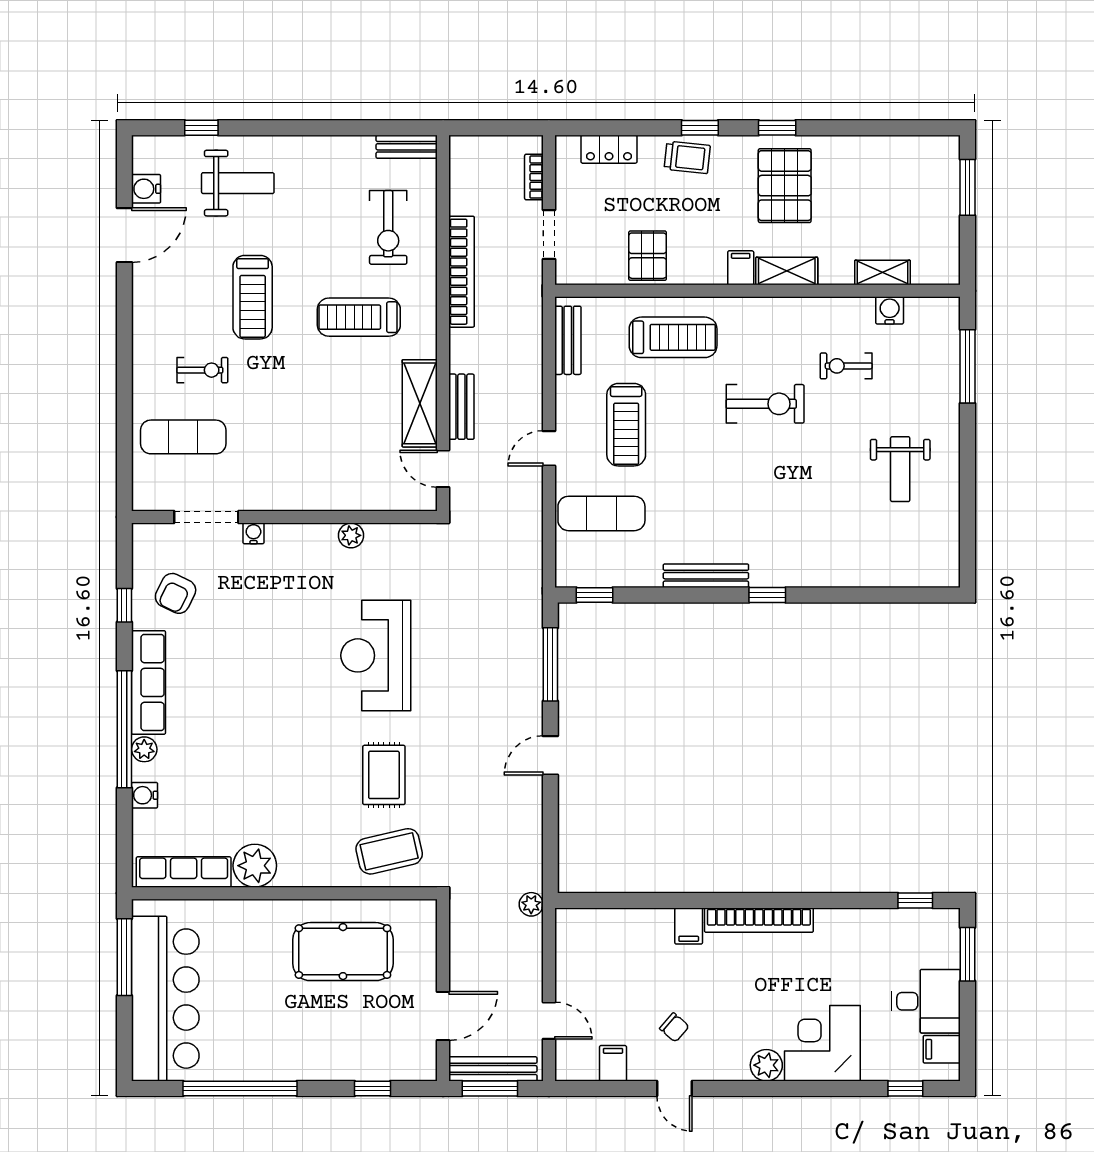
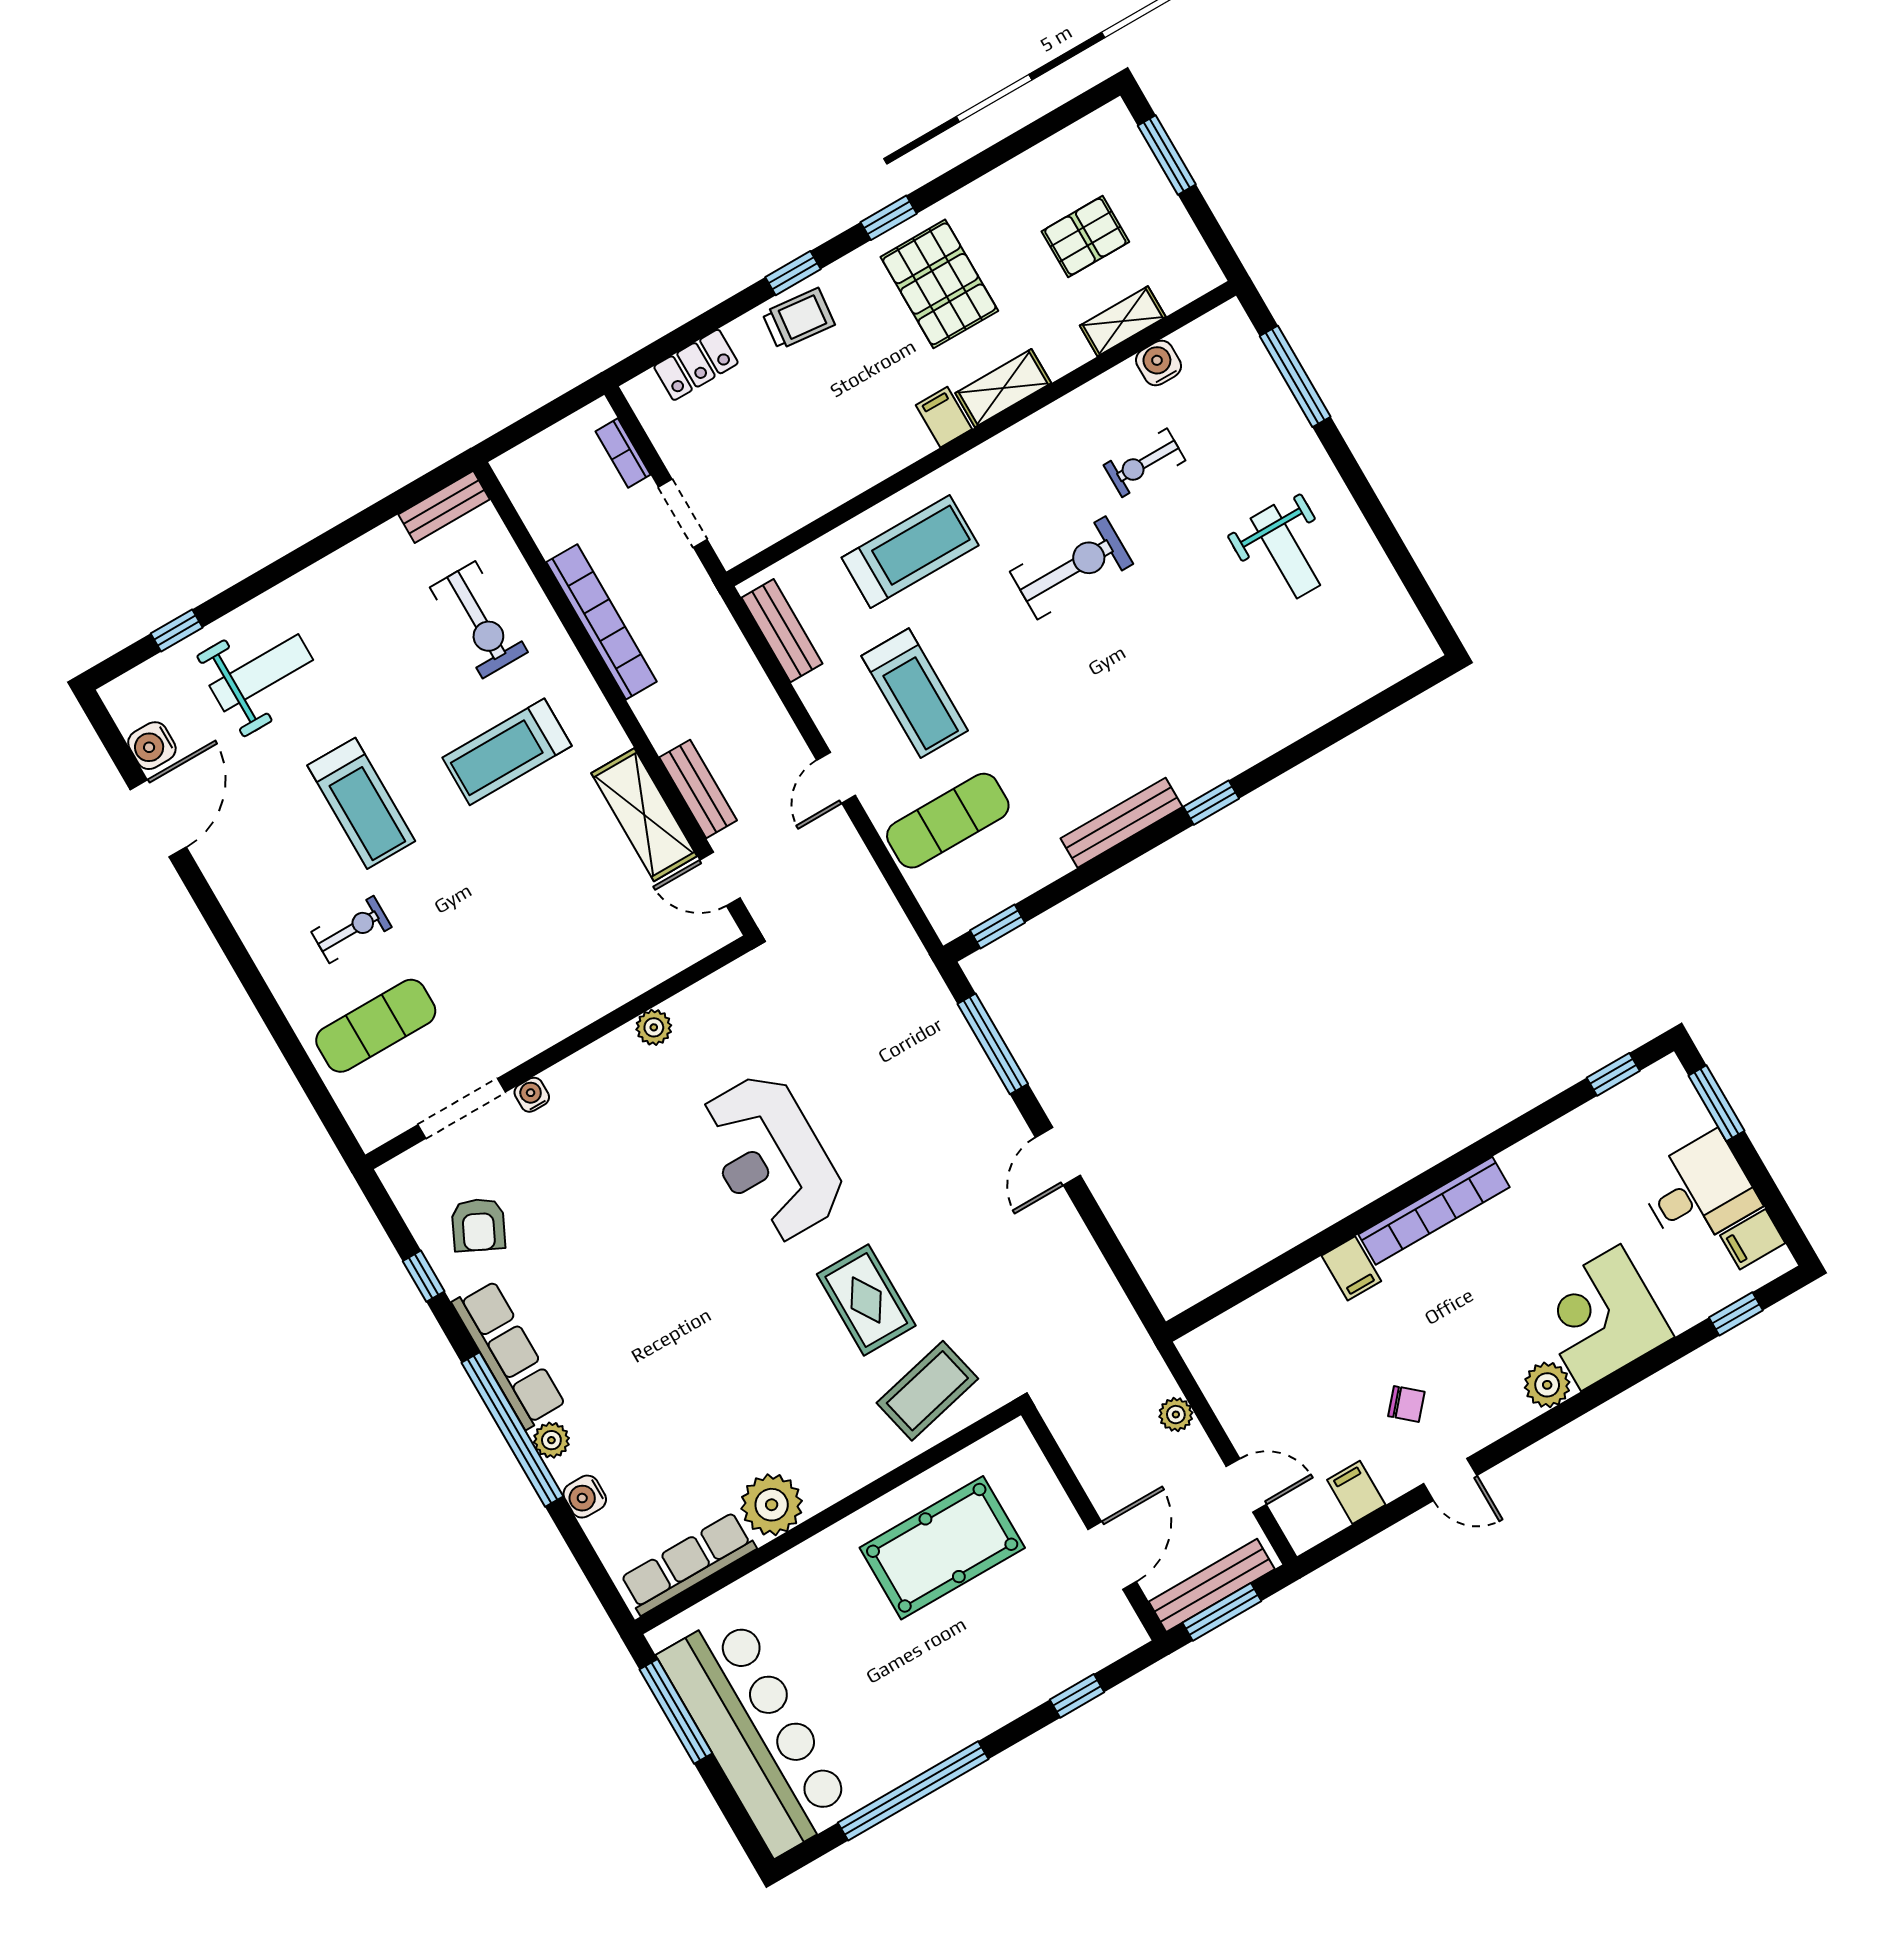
pallet: (648, 256) -> (1085, 237), moved, turned 90
plant: (531, 904) -> (1176, 1415), moved

